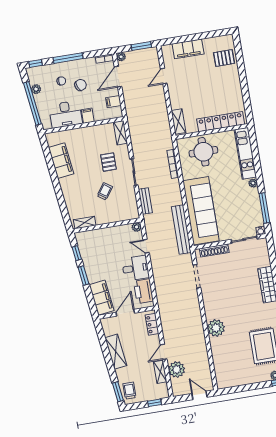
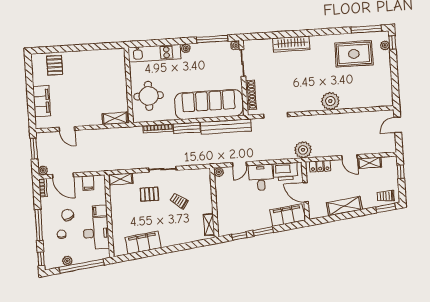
locker: (221, 122) -> (120, 75), removed
bench: (145, 201) -> (187, 128), moved
plant: (177, 369) -> (303, 150), moved

